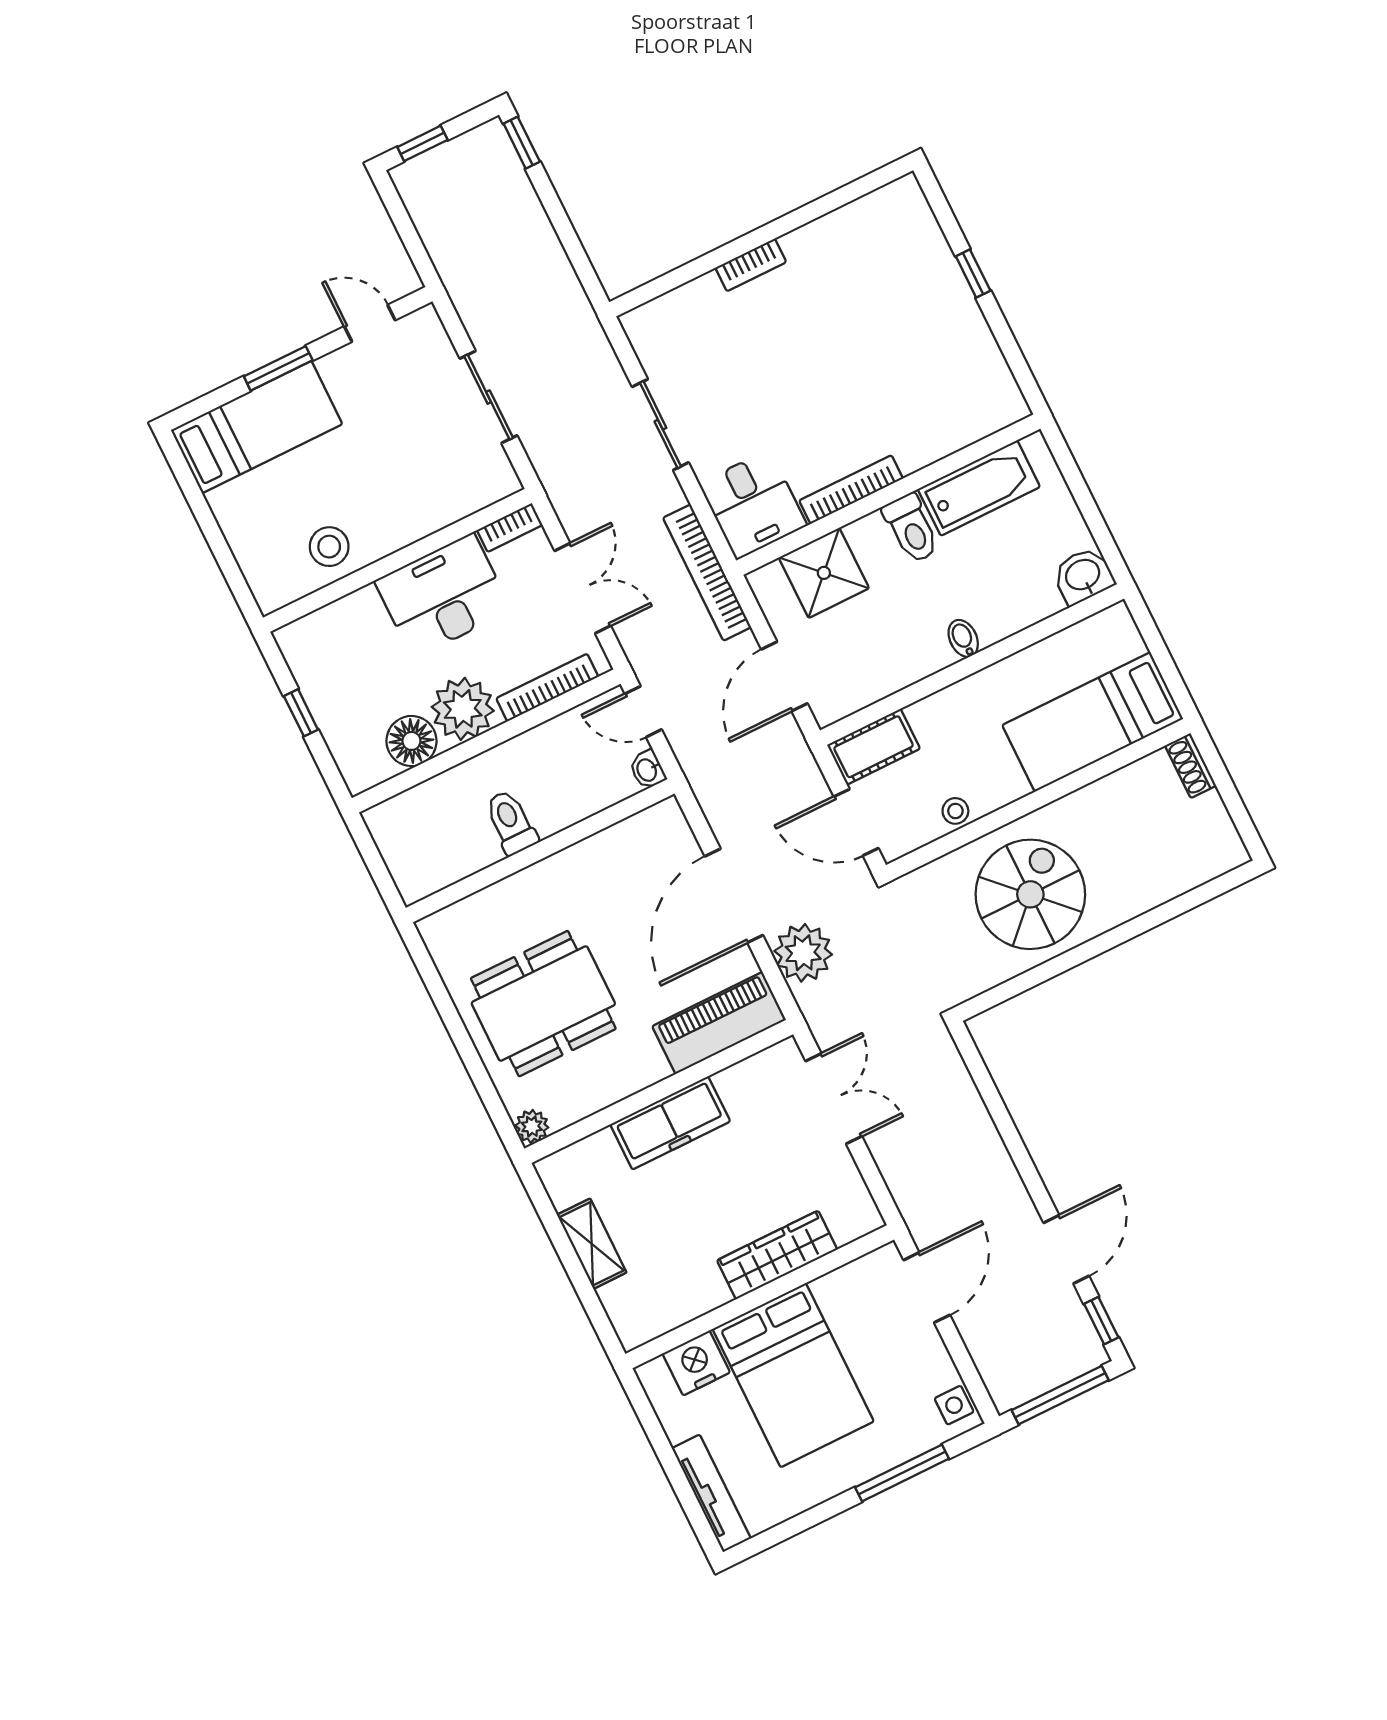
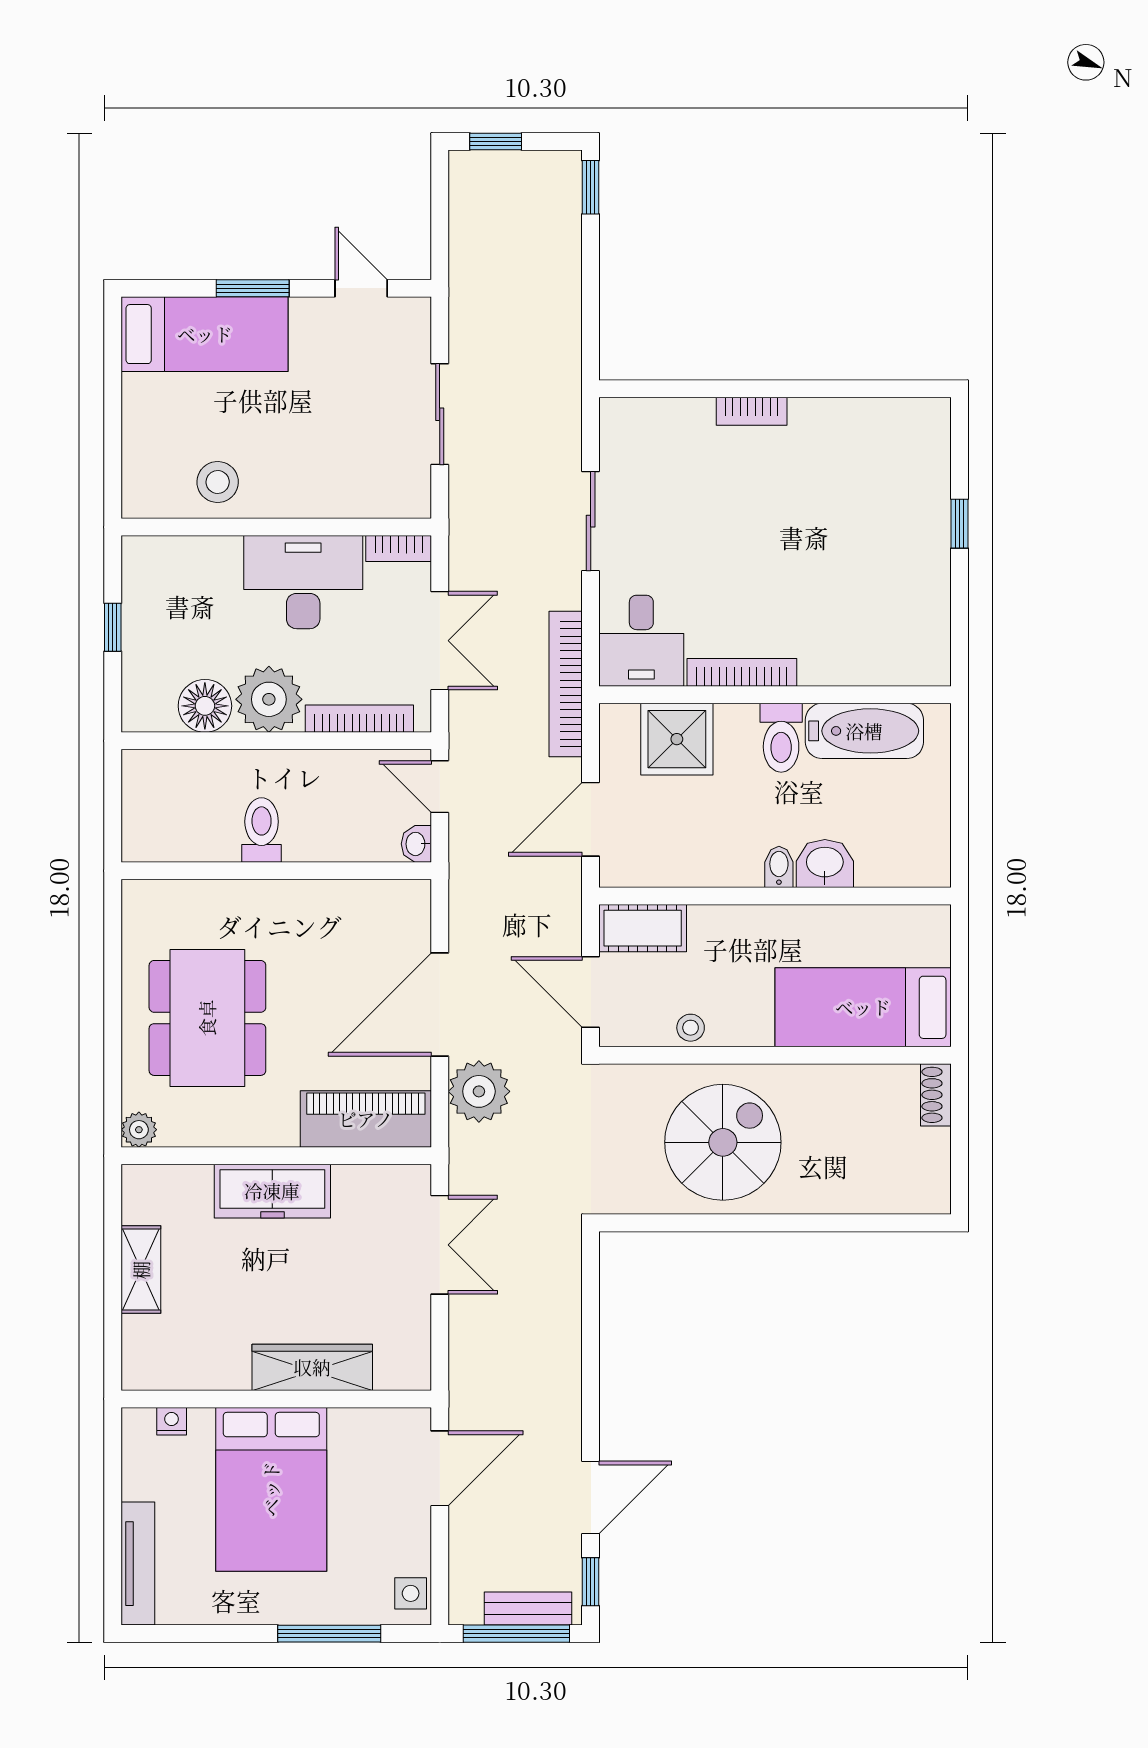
washbasin: (1083, 576) -> (825, 863), moved
dining table: (543, 1004) -> (207, 1018), turned 90
nightstand: (696, 1363) -> (172, 1421), width x0.53, depth x0.56
bench: (1060, 1369) -> (528, 1609), added

